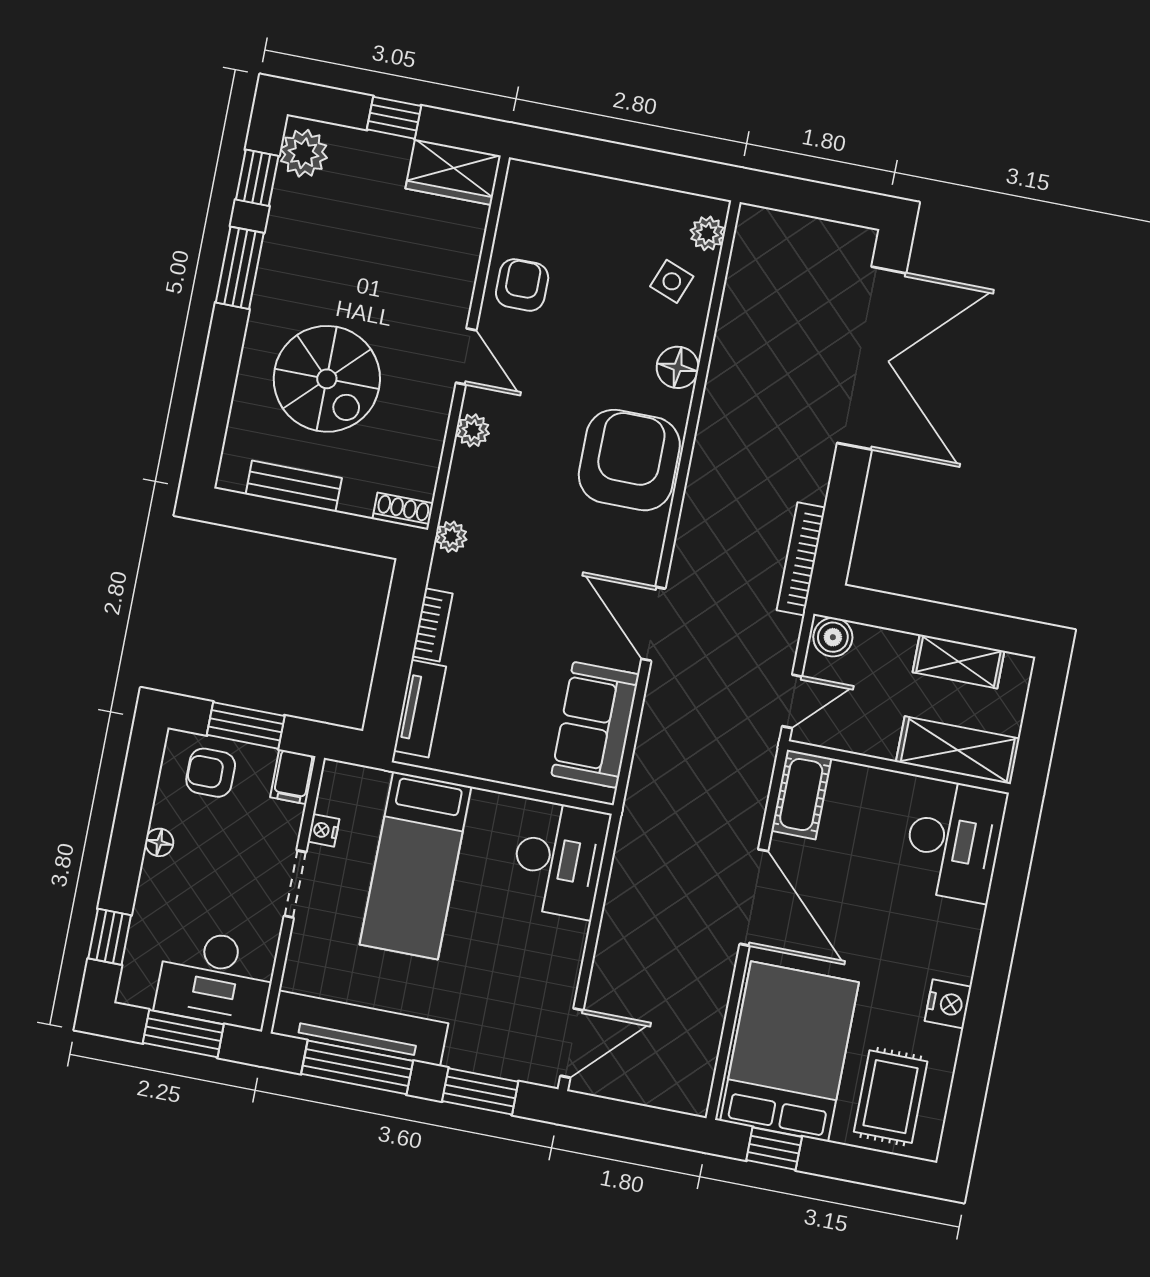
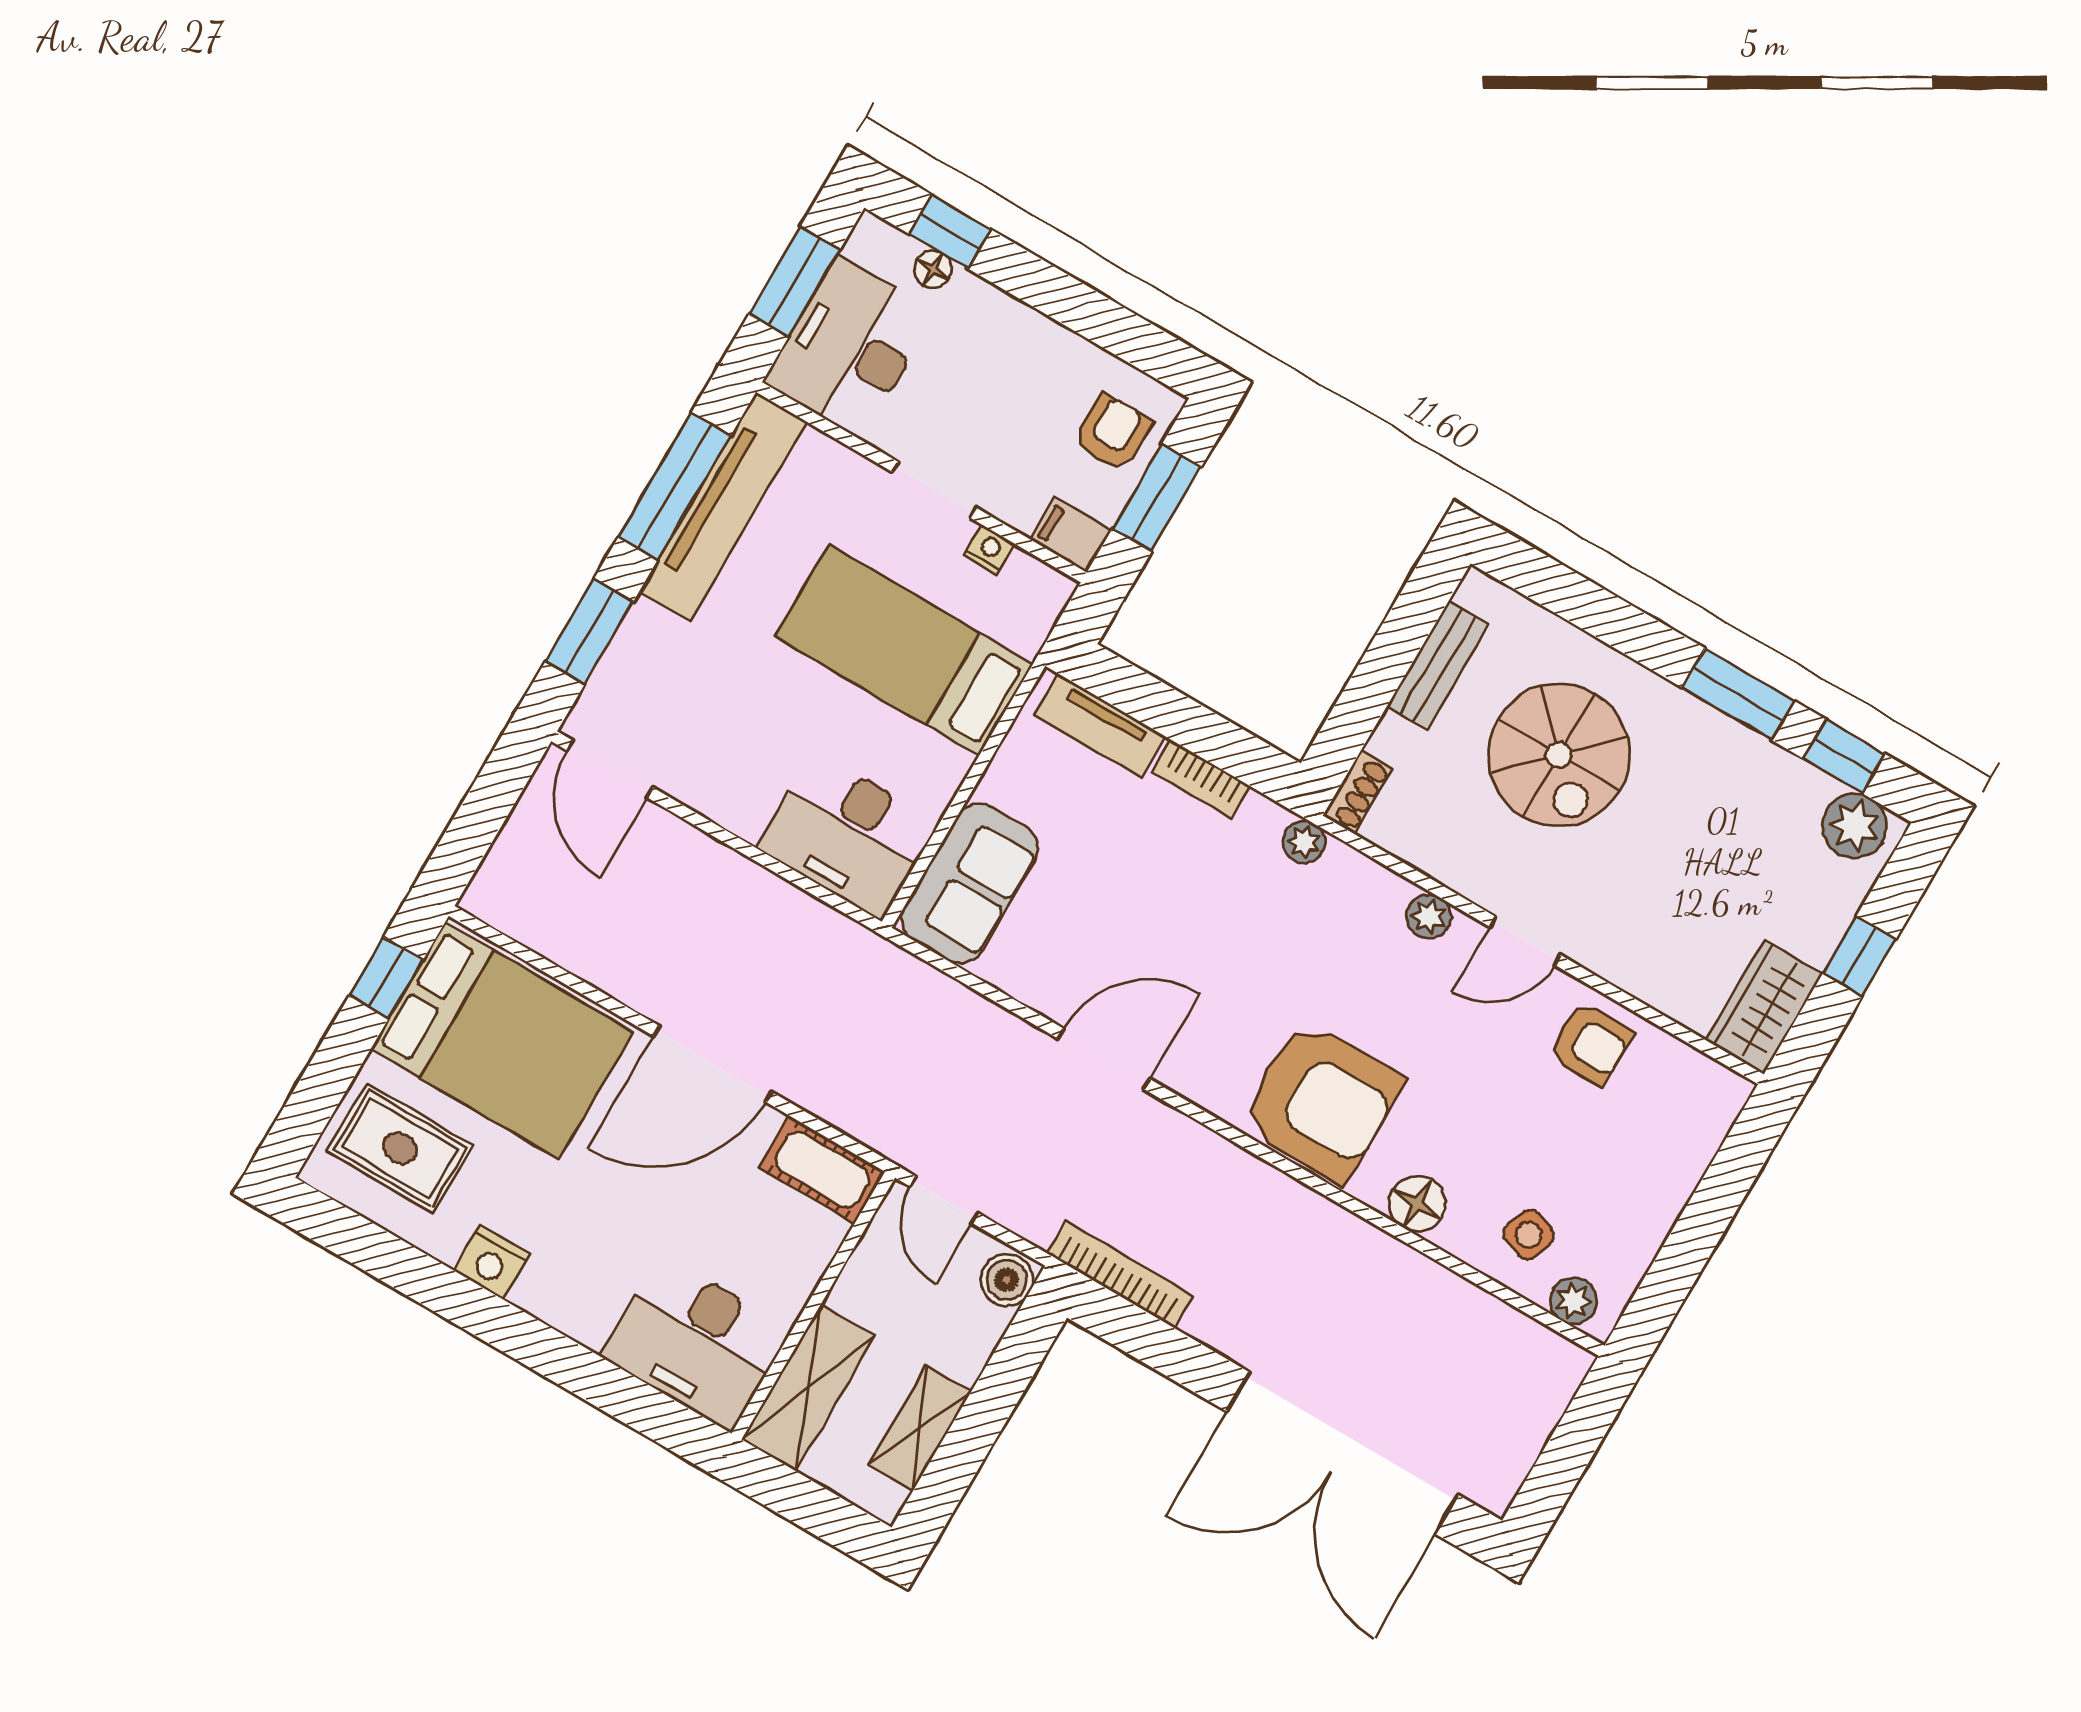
spiral stairs: (327, 379) -> (1559, 755), turned -90
sofa: (595, 725) -> (970, 883), moved, turned 90
floor lamp: (159, 842) -> (933, 269), moved

